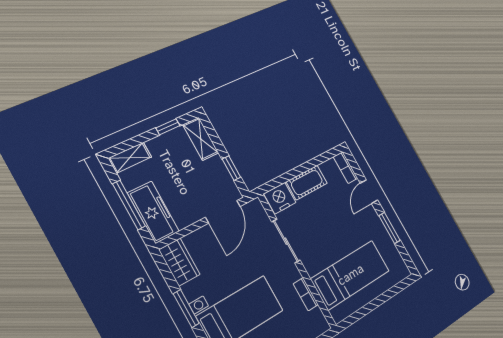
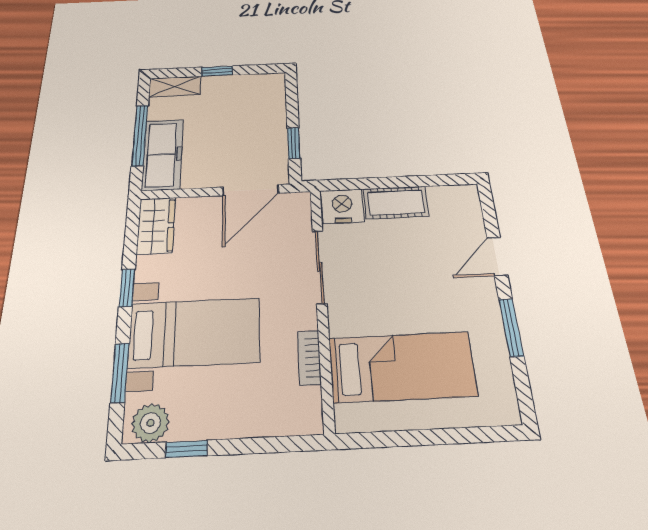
window: (168, 127) -> (217, 71), moved
shelving: (201, 139) -> (273, 96), removed
bookcase: (345, 168) -> (471, 207), removed
window: (186, 309) -> (127, 288), width x0.67

